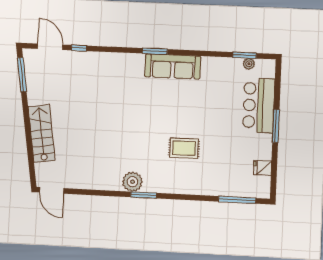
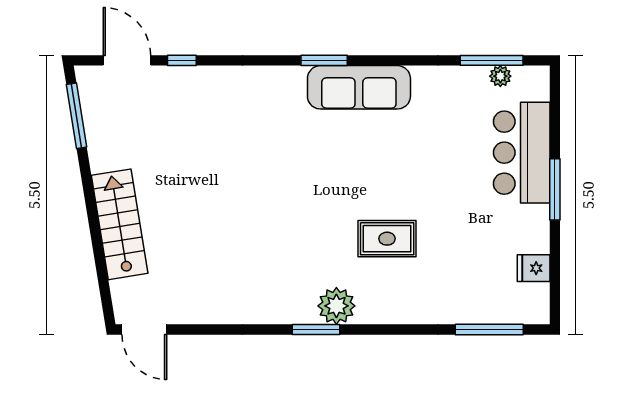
window: (245, 55) -> (492, 60), width x1.44
plant: (132, 182) -> (336, 306), moved

